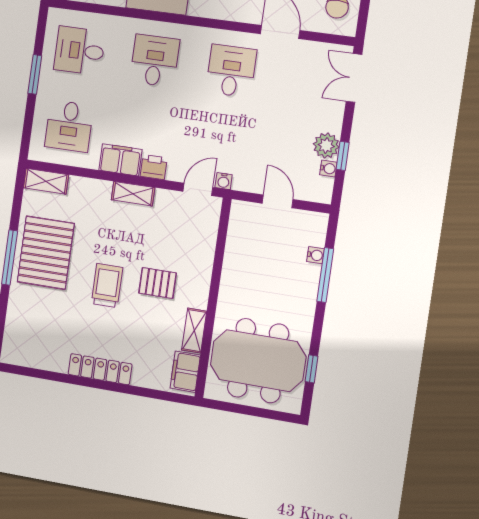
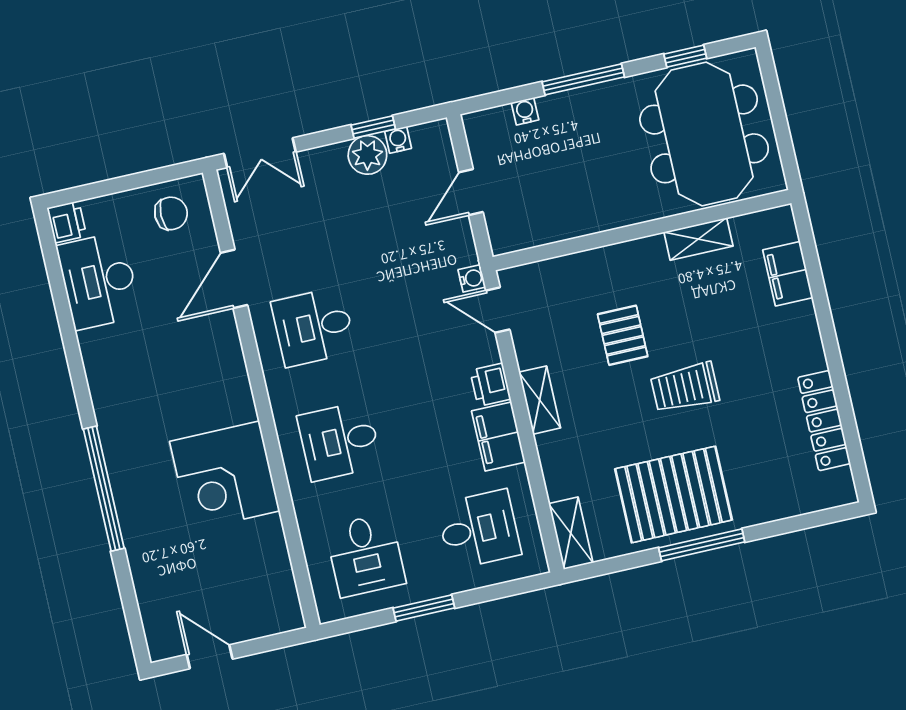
window: (325, 275) -> (583, 79), moved
pallet: (158, 283) -> (623, 335), moved
locker: (100, 369) -> (824, 421), moved
filing cabinet: (185, 372) -> (788, 274), moved, turned 90

